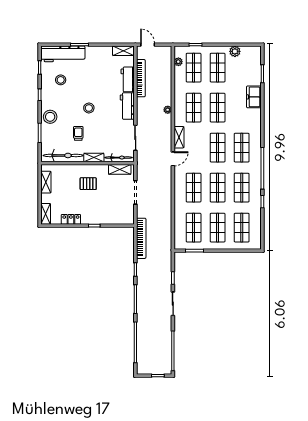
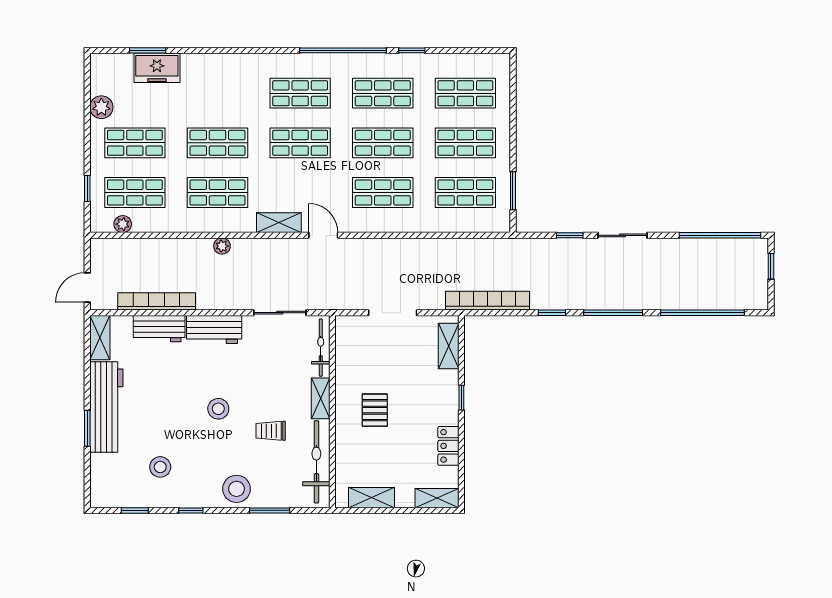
workbench: (63, 54) -> (106, 407), moved
freezer: (254, 97) -> (157, 68), moved
shelving: (120, 169) -> (449, 346), moved

